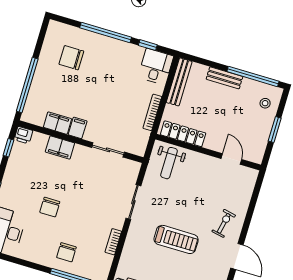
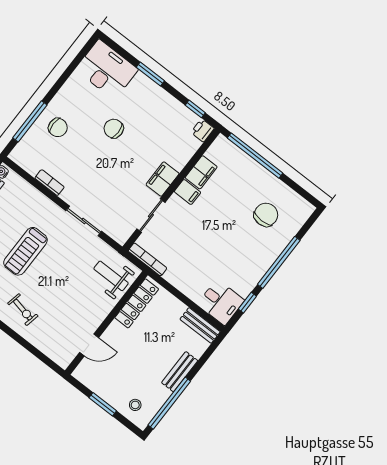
bench: (179, 82) -> (200, 325), width x0.73
bookcase: (152, 112) -> (148, 259), moved
filing cabinet: (60, 148) -> (163, 179), moved
chair: (66, 252) -> (58, 127), turned 180

